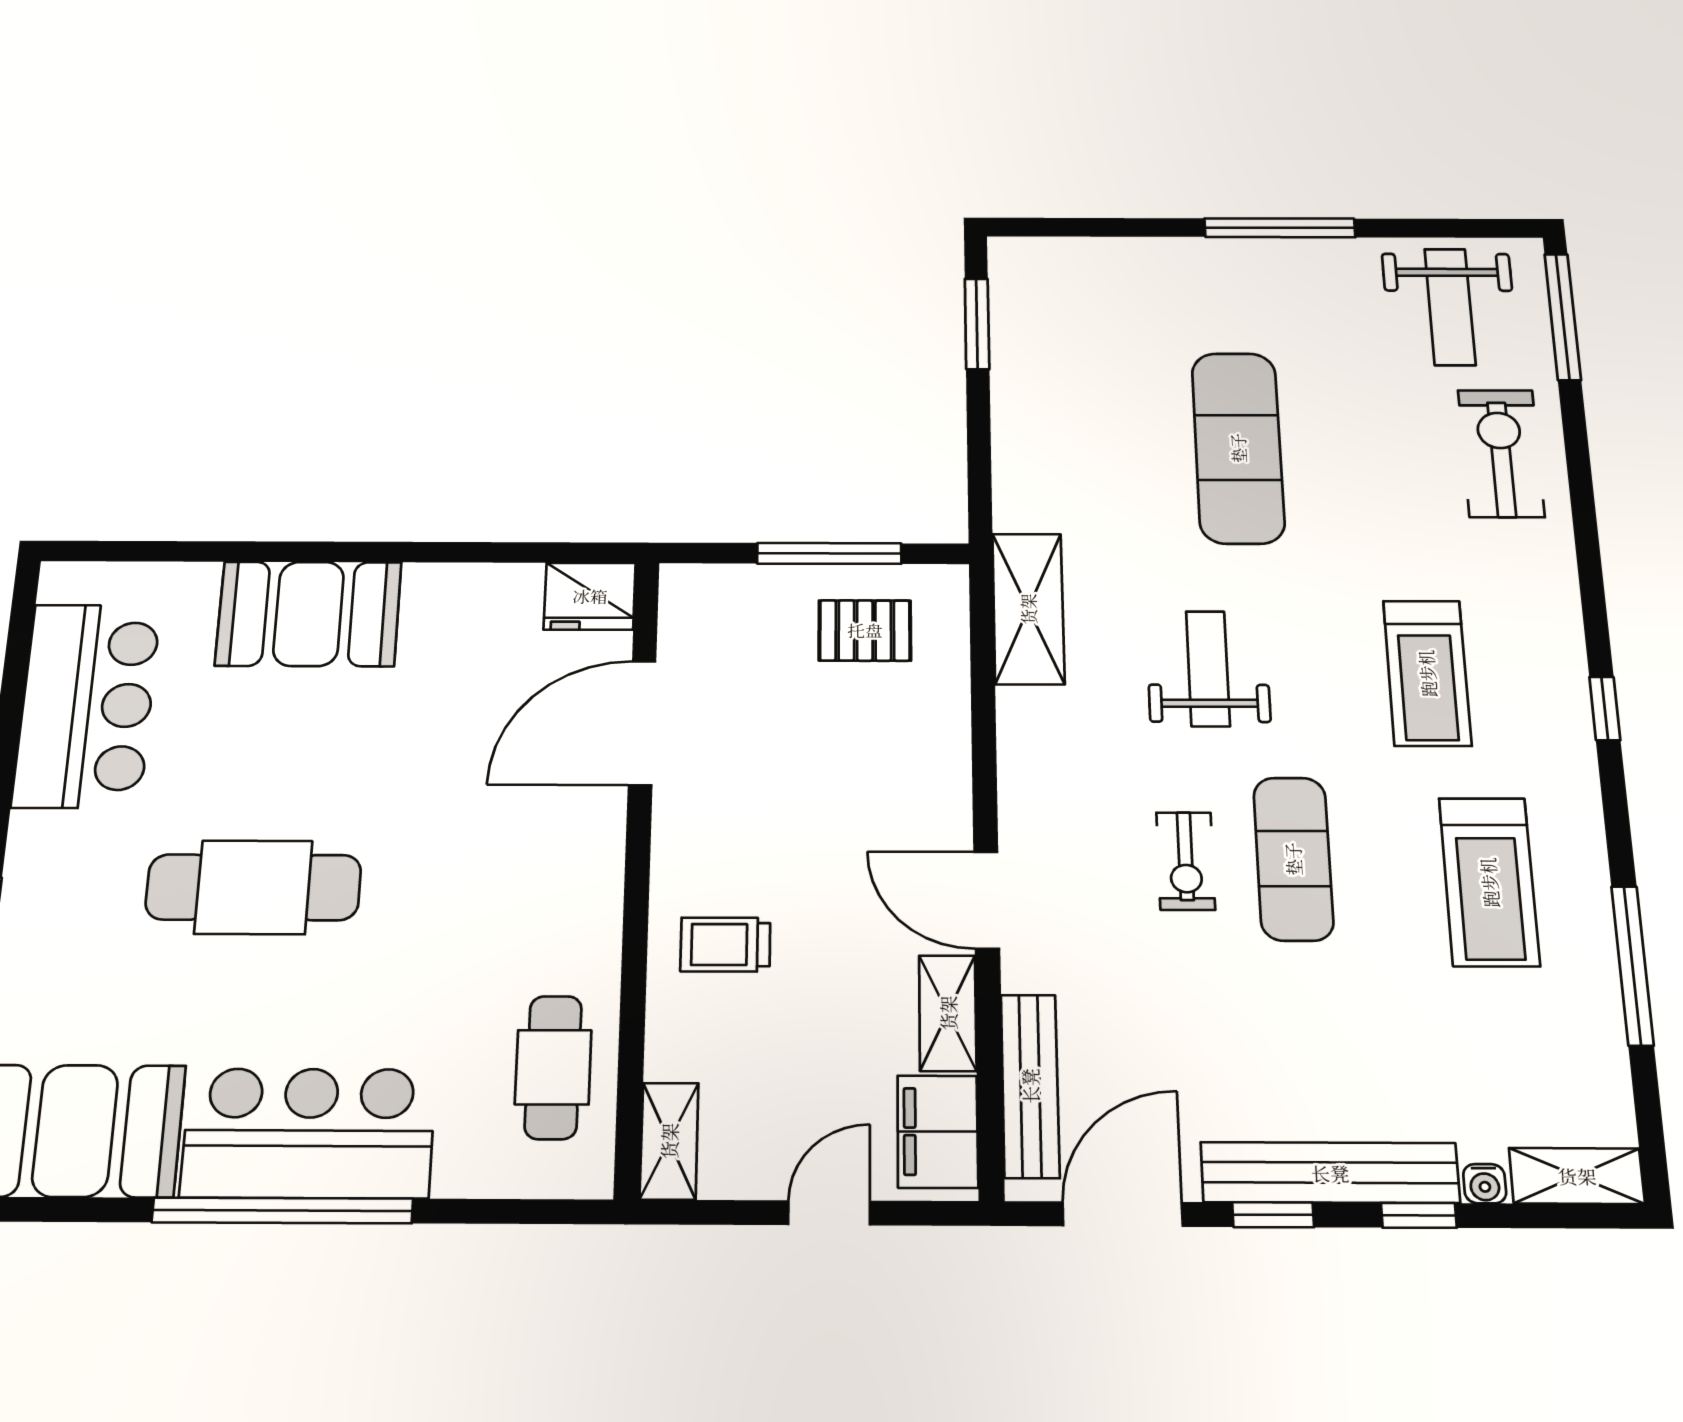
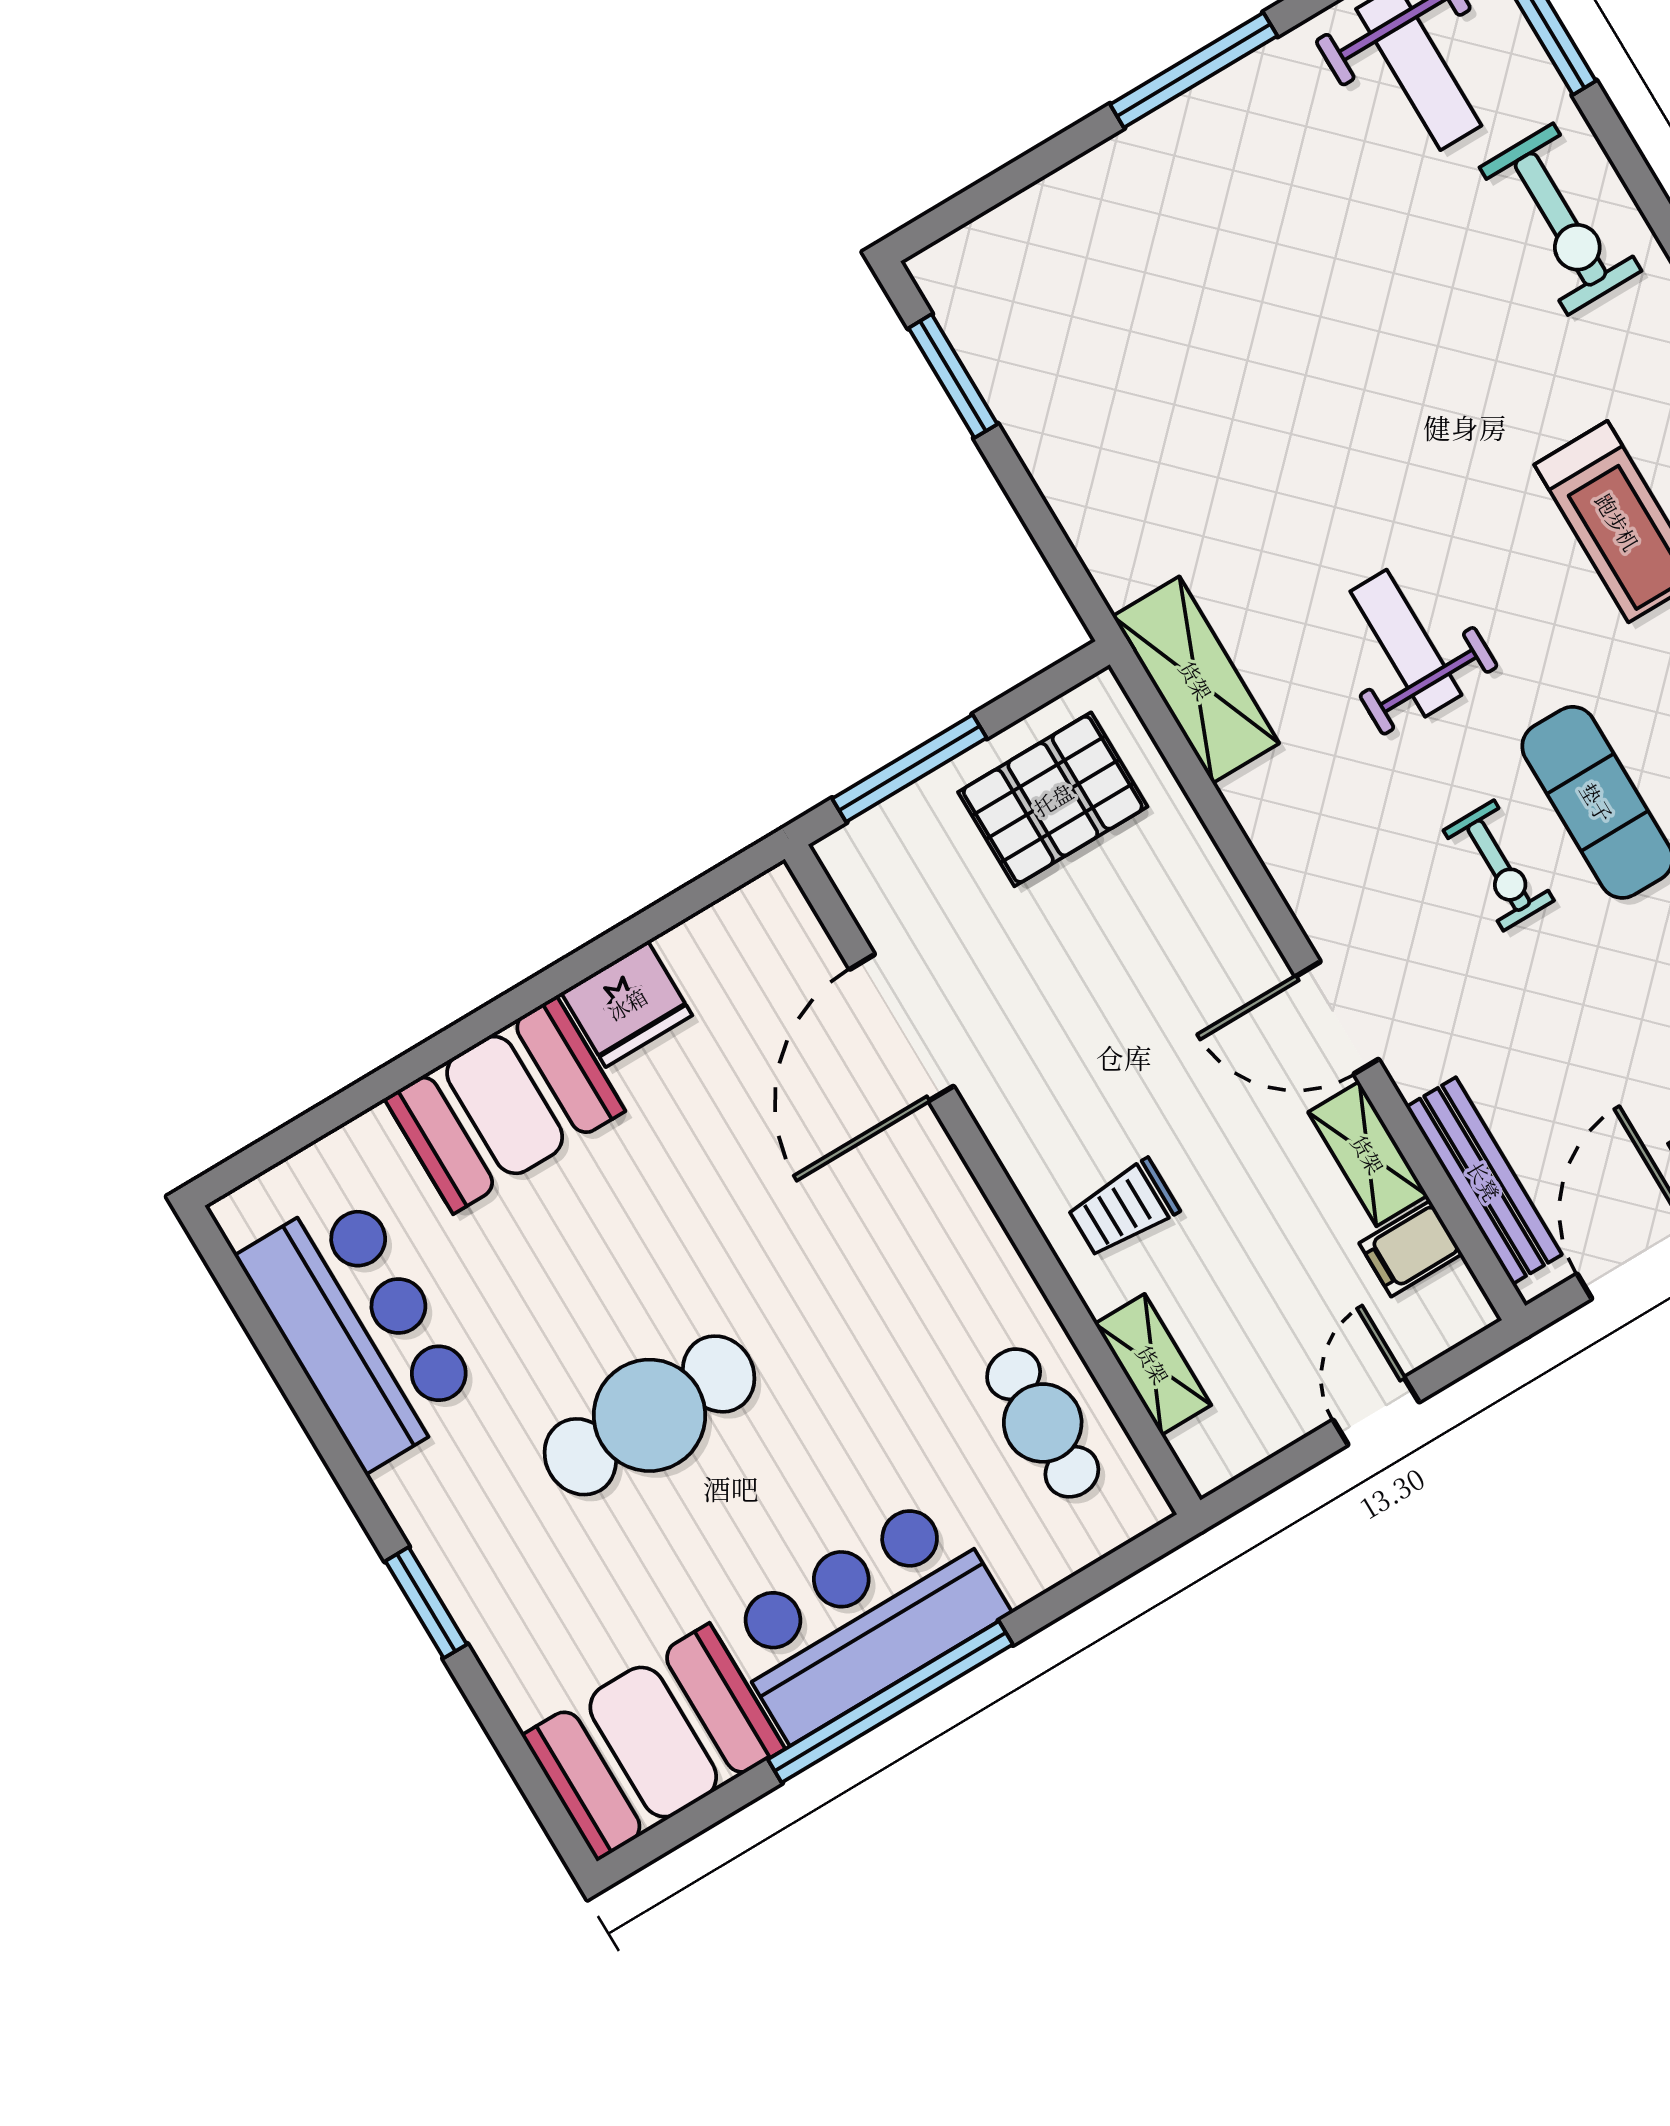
exercise mat: (1238, 448) -> (1297, 369), removed
exercise bike: (1501, 453) -> (1560, 219), turned 180
window: (829, 553) -> (909, 768), moved
fridge: (590, 596) -> (627, 1004), moved
pallet: (865, 630) -> (1053, 799), width x1.50, depth x1.42
filing cabinet: (938, 1131) -> (1411, 1249), width x0.50
shelving: (669, 1141) -> (1153, 1364), moved

